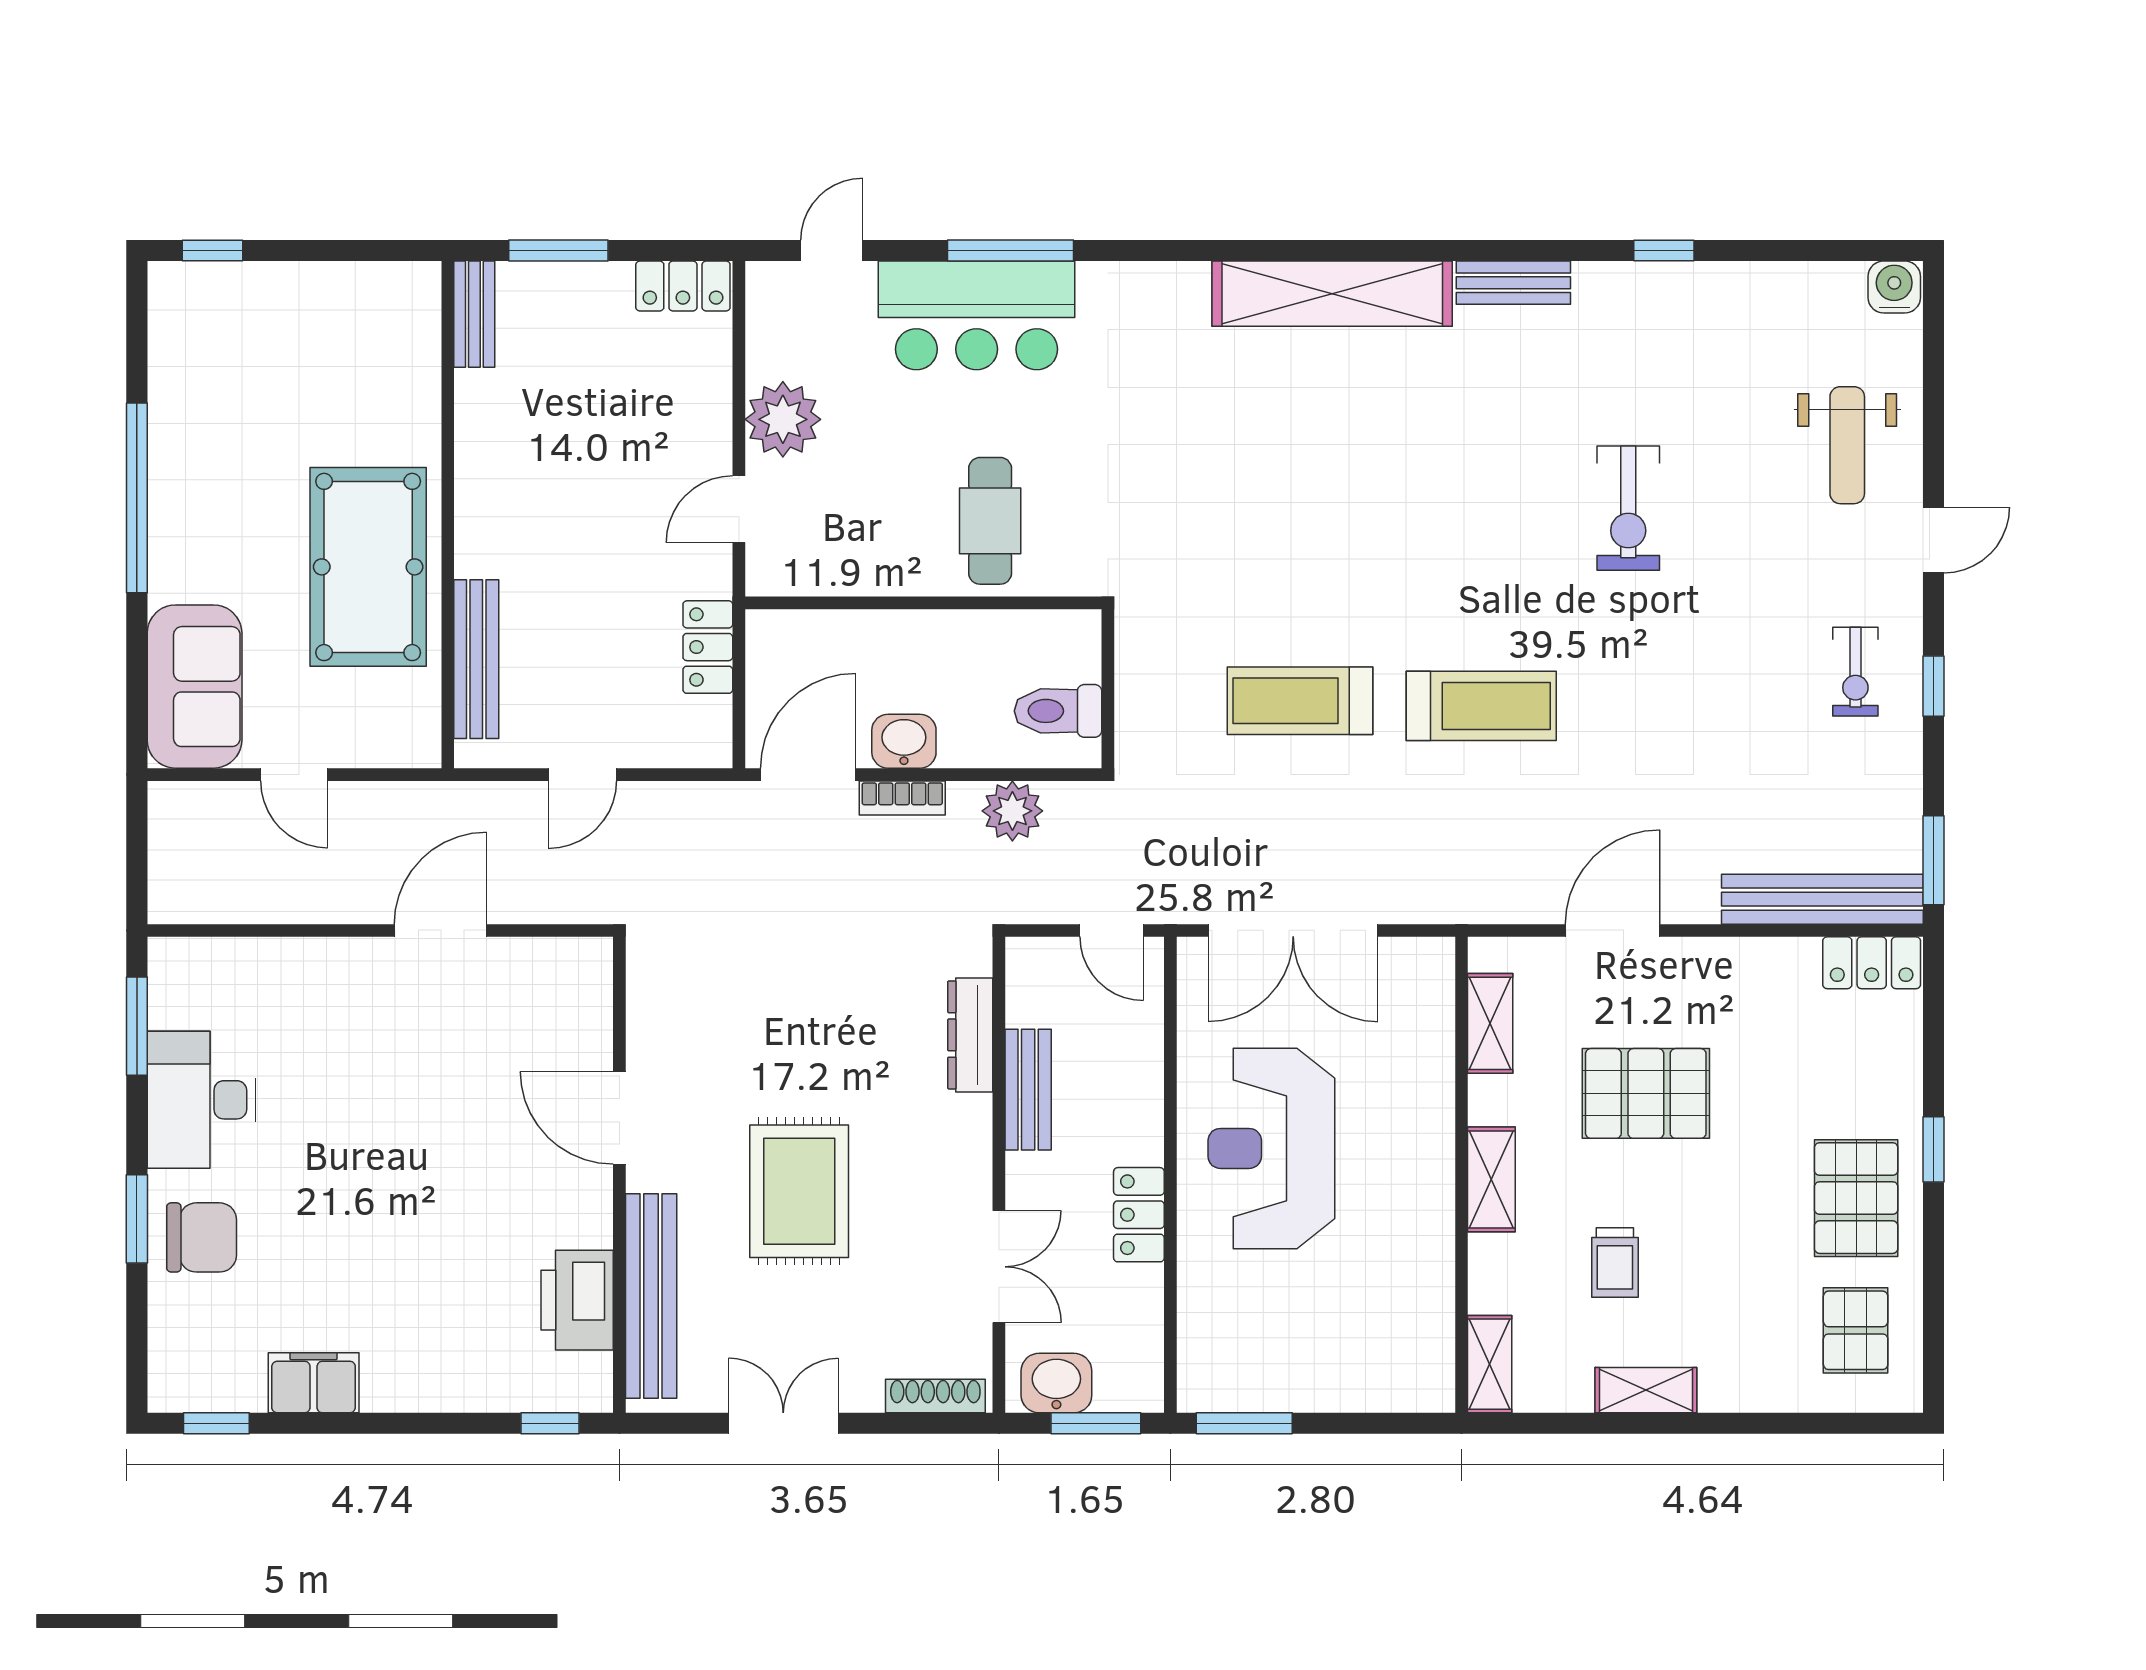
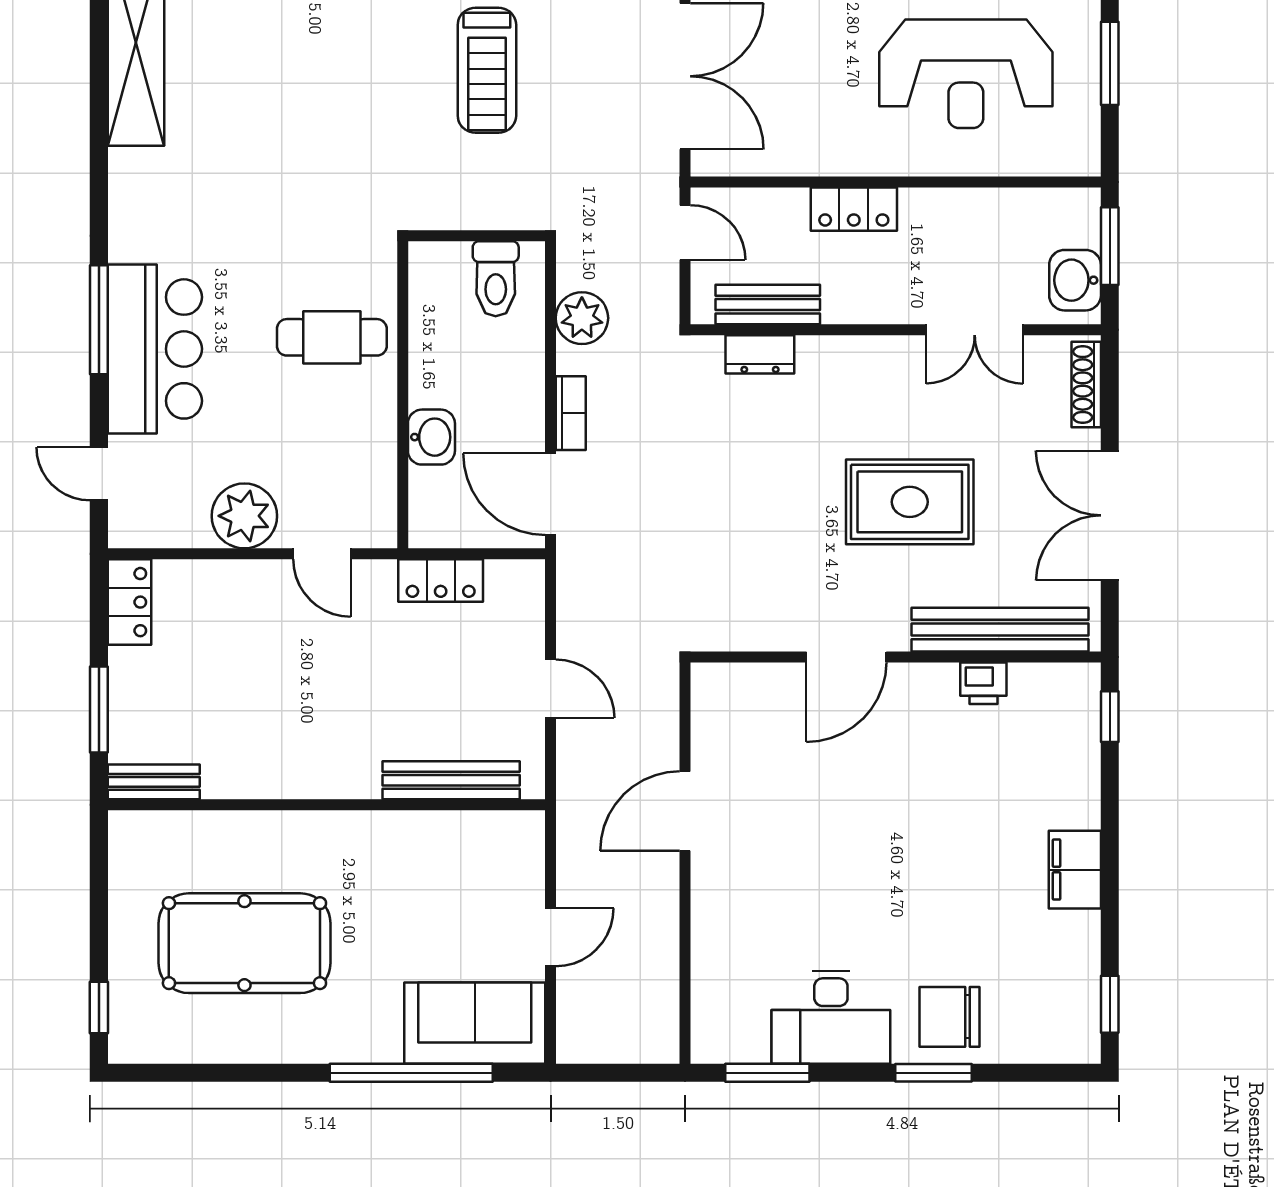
window: (137, 498) -> (411, 1073), moved
pool table: (368, 567) -> (244, 943), moved
washbasin: (904, 741) -> (431, 437), moved, turned 180
door: (440, 930) -> (685, 811), hinge flipped
door: (1112, 930) -> (685, 233), hinge flipped
dresser: (970, 1035) -> (760, 354), width x0.70
bench: (1028, 1090) -> (768, 305), moved
reception desk: (1271, 1148) -> (966, 74), moved
locker: (1139, 1215) -> (854, 209), moved
chair: (202, 1237) -> (949, 1017), turned -90
double door: (999, 1267) -> (975, 330), swing flipped
printer: (577, 1300) -> (983, 683), width x0.53, depth x0.68
filing cabinet: (314, 1383) -> (1075, 870), moved
double door: (783, 1423) -> (1110, 515), width x1.37
window: (1244, 1423) -> (1110, 63), moved

